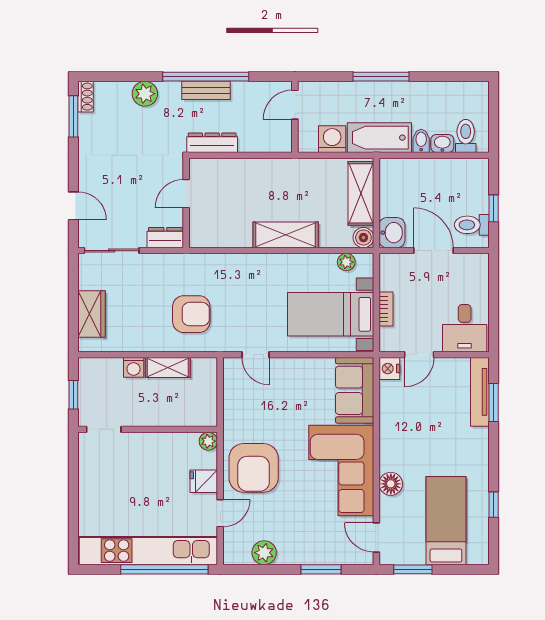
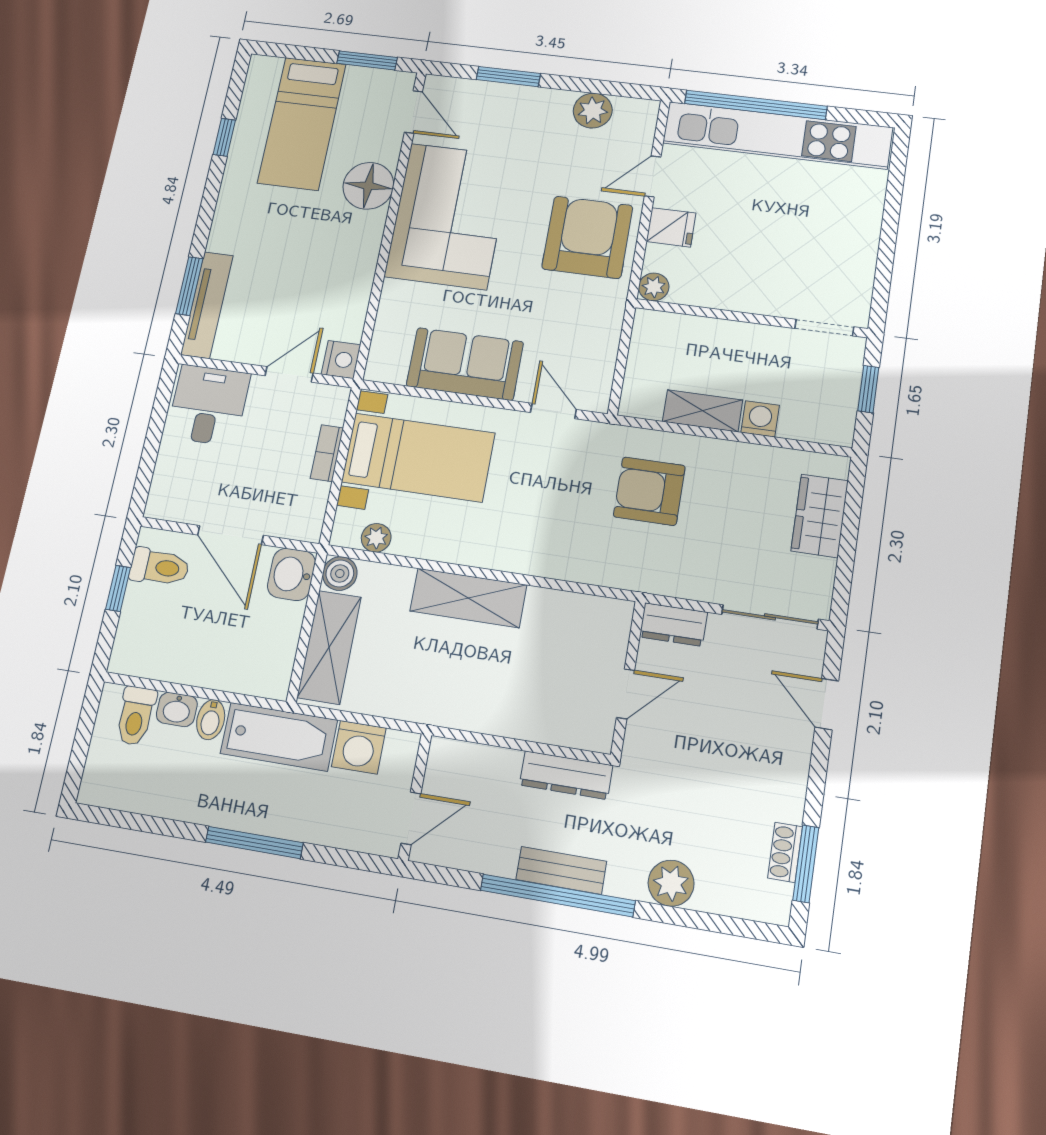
shoe rack: (85, 97) -> (785, 852), moved
sofa: (355, 390) -> (465, 364), moved, turned -90
floor lamp: (391, 484) -> (368, 186), width x1.38, depth x1.38

